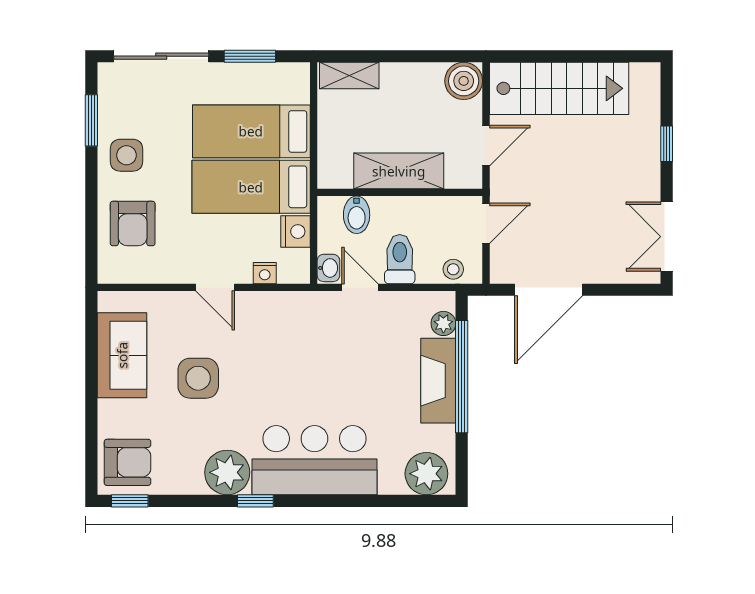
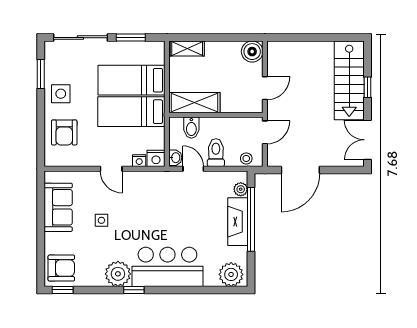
stairs: (559, 88) -> (349, 80), moved, turned 90
shelving: (399, 171) -> (194, 103), moved
nightstand: (296, 232) -> (156, 158), moved, turned 90
side table: (198, 378) -> (101, 220), width x0.54, depth x0.54

